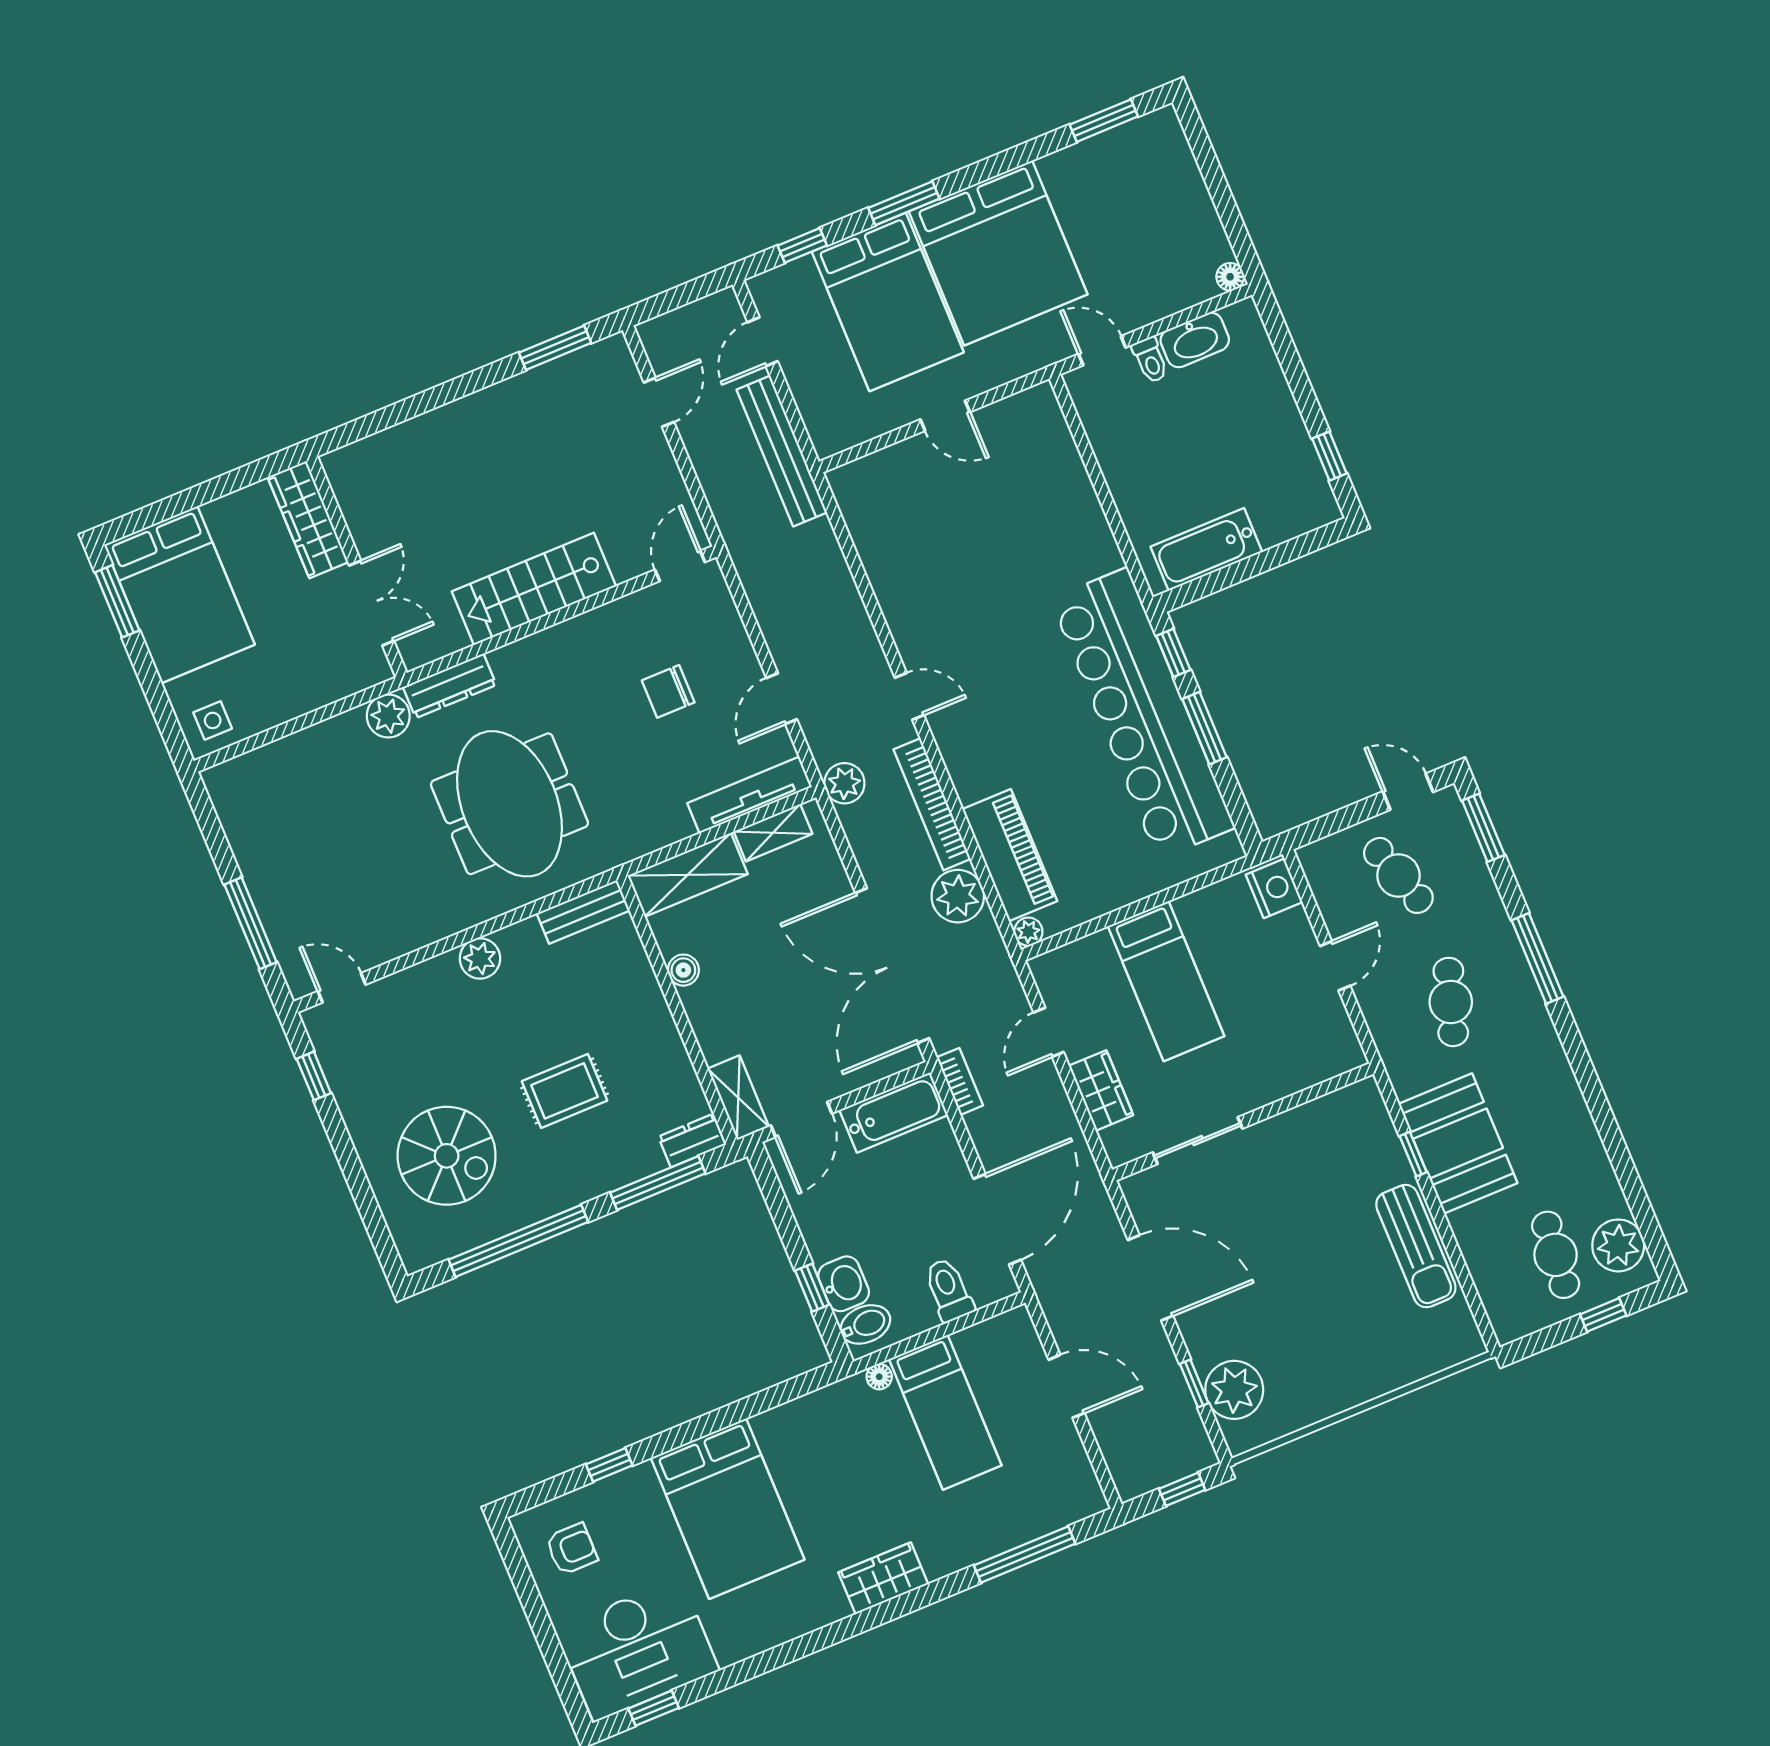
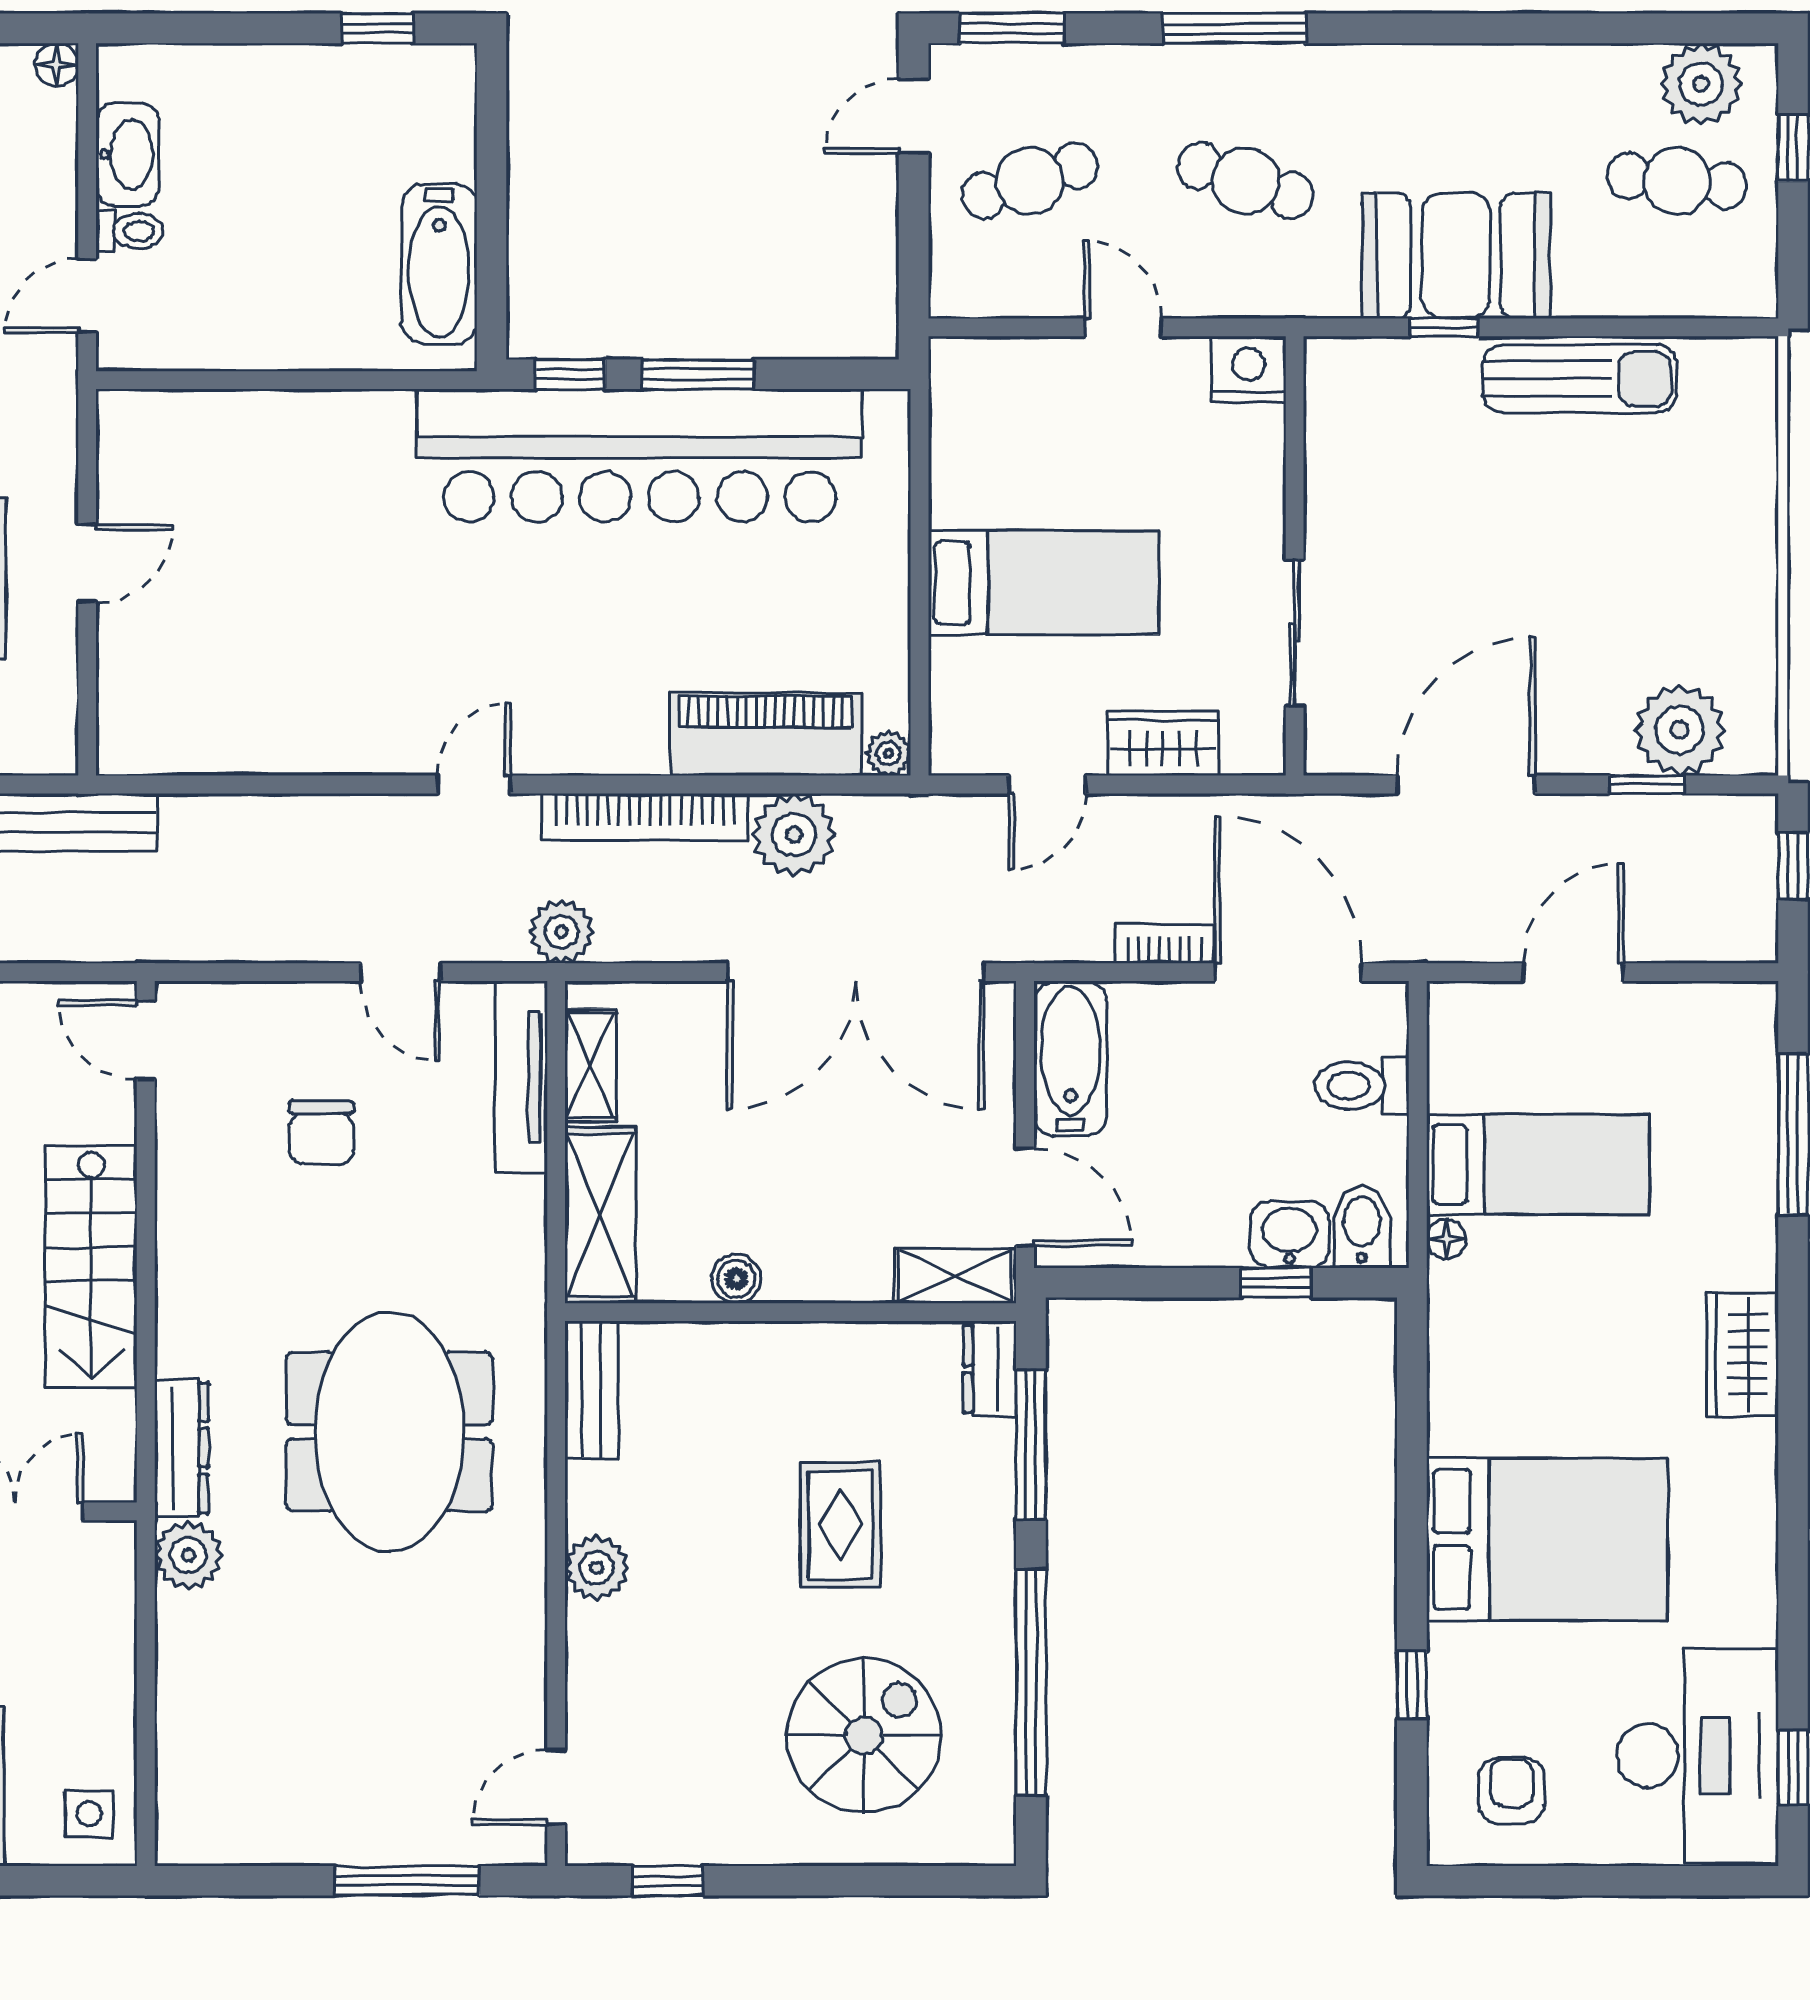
meeting table: (510, 804) -> (389, 1432), turned 90
nightstand: (1274, 888) -> (1249, 369), moved
door: (1049, 1032) -> (1047, 785), hinge flipped
bookcase: (960, 1081) -> (1164, 944), moved

